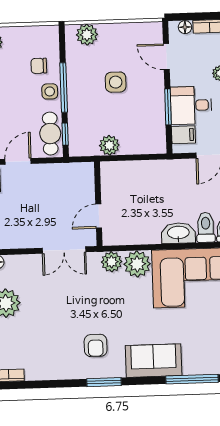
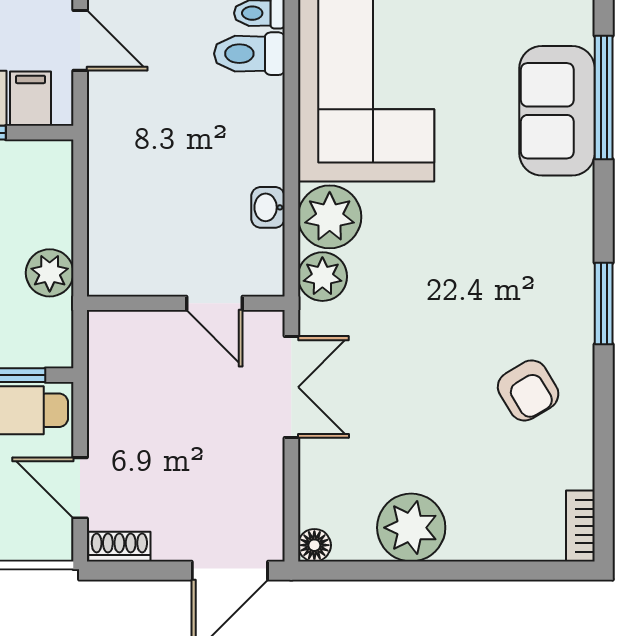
washbasin: (178, 233) -> (268, 207), moved, width x0.52, depth x0.69
armchair: (96, 345) -> (528, 390), moved, turned 59
sofa: (154, 361) -> (557, 111), moved

